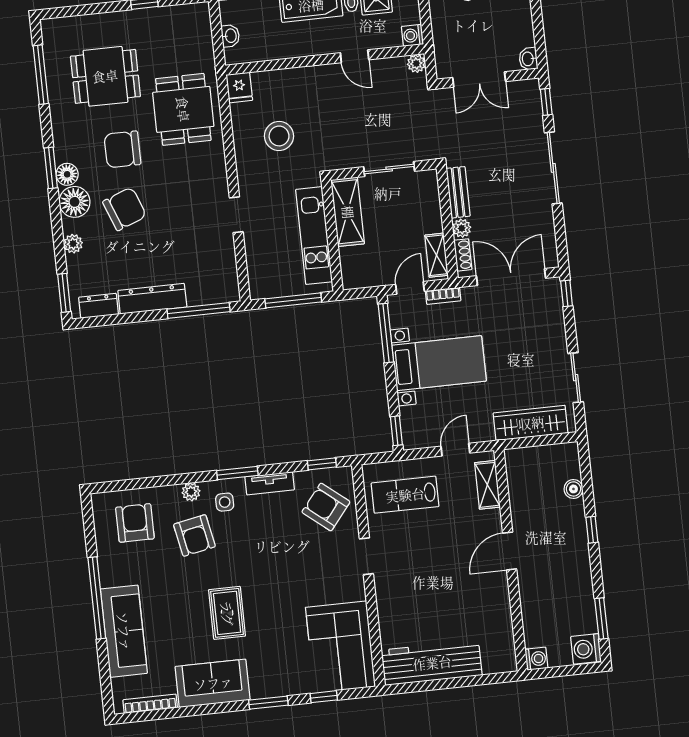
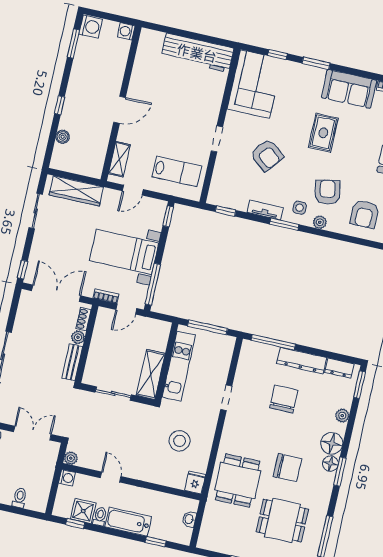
chair: (125, 209) -> (284, 399), moved, turned 111
shelving: (436, 255) -> (101, 325), removed
double door: (511, 277) -> (56, 293), swing flipped
armchair: (326, 507) -> (267, 155), moved

